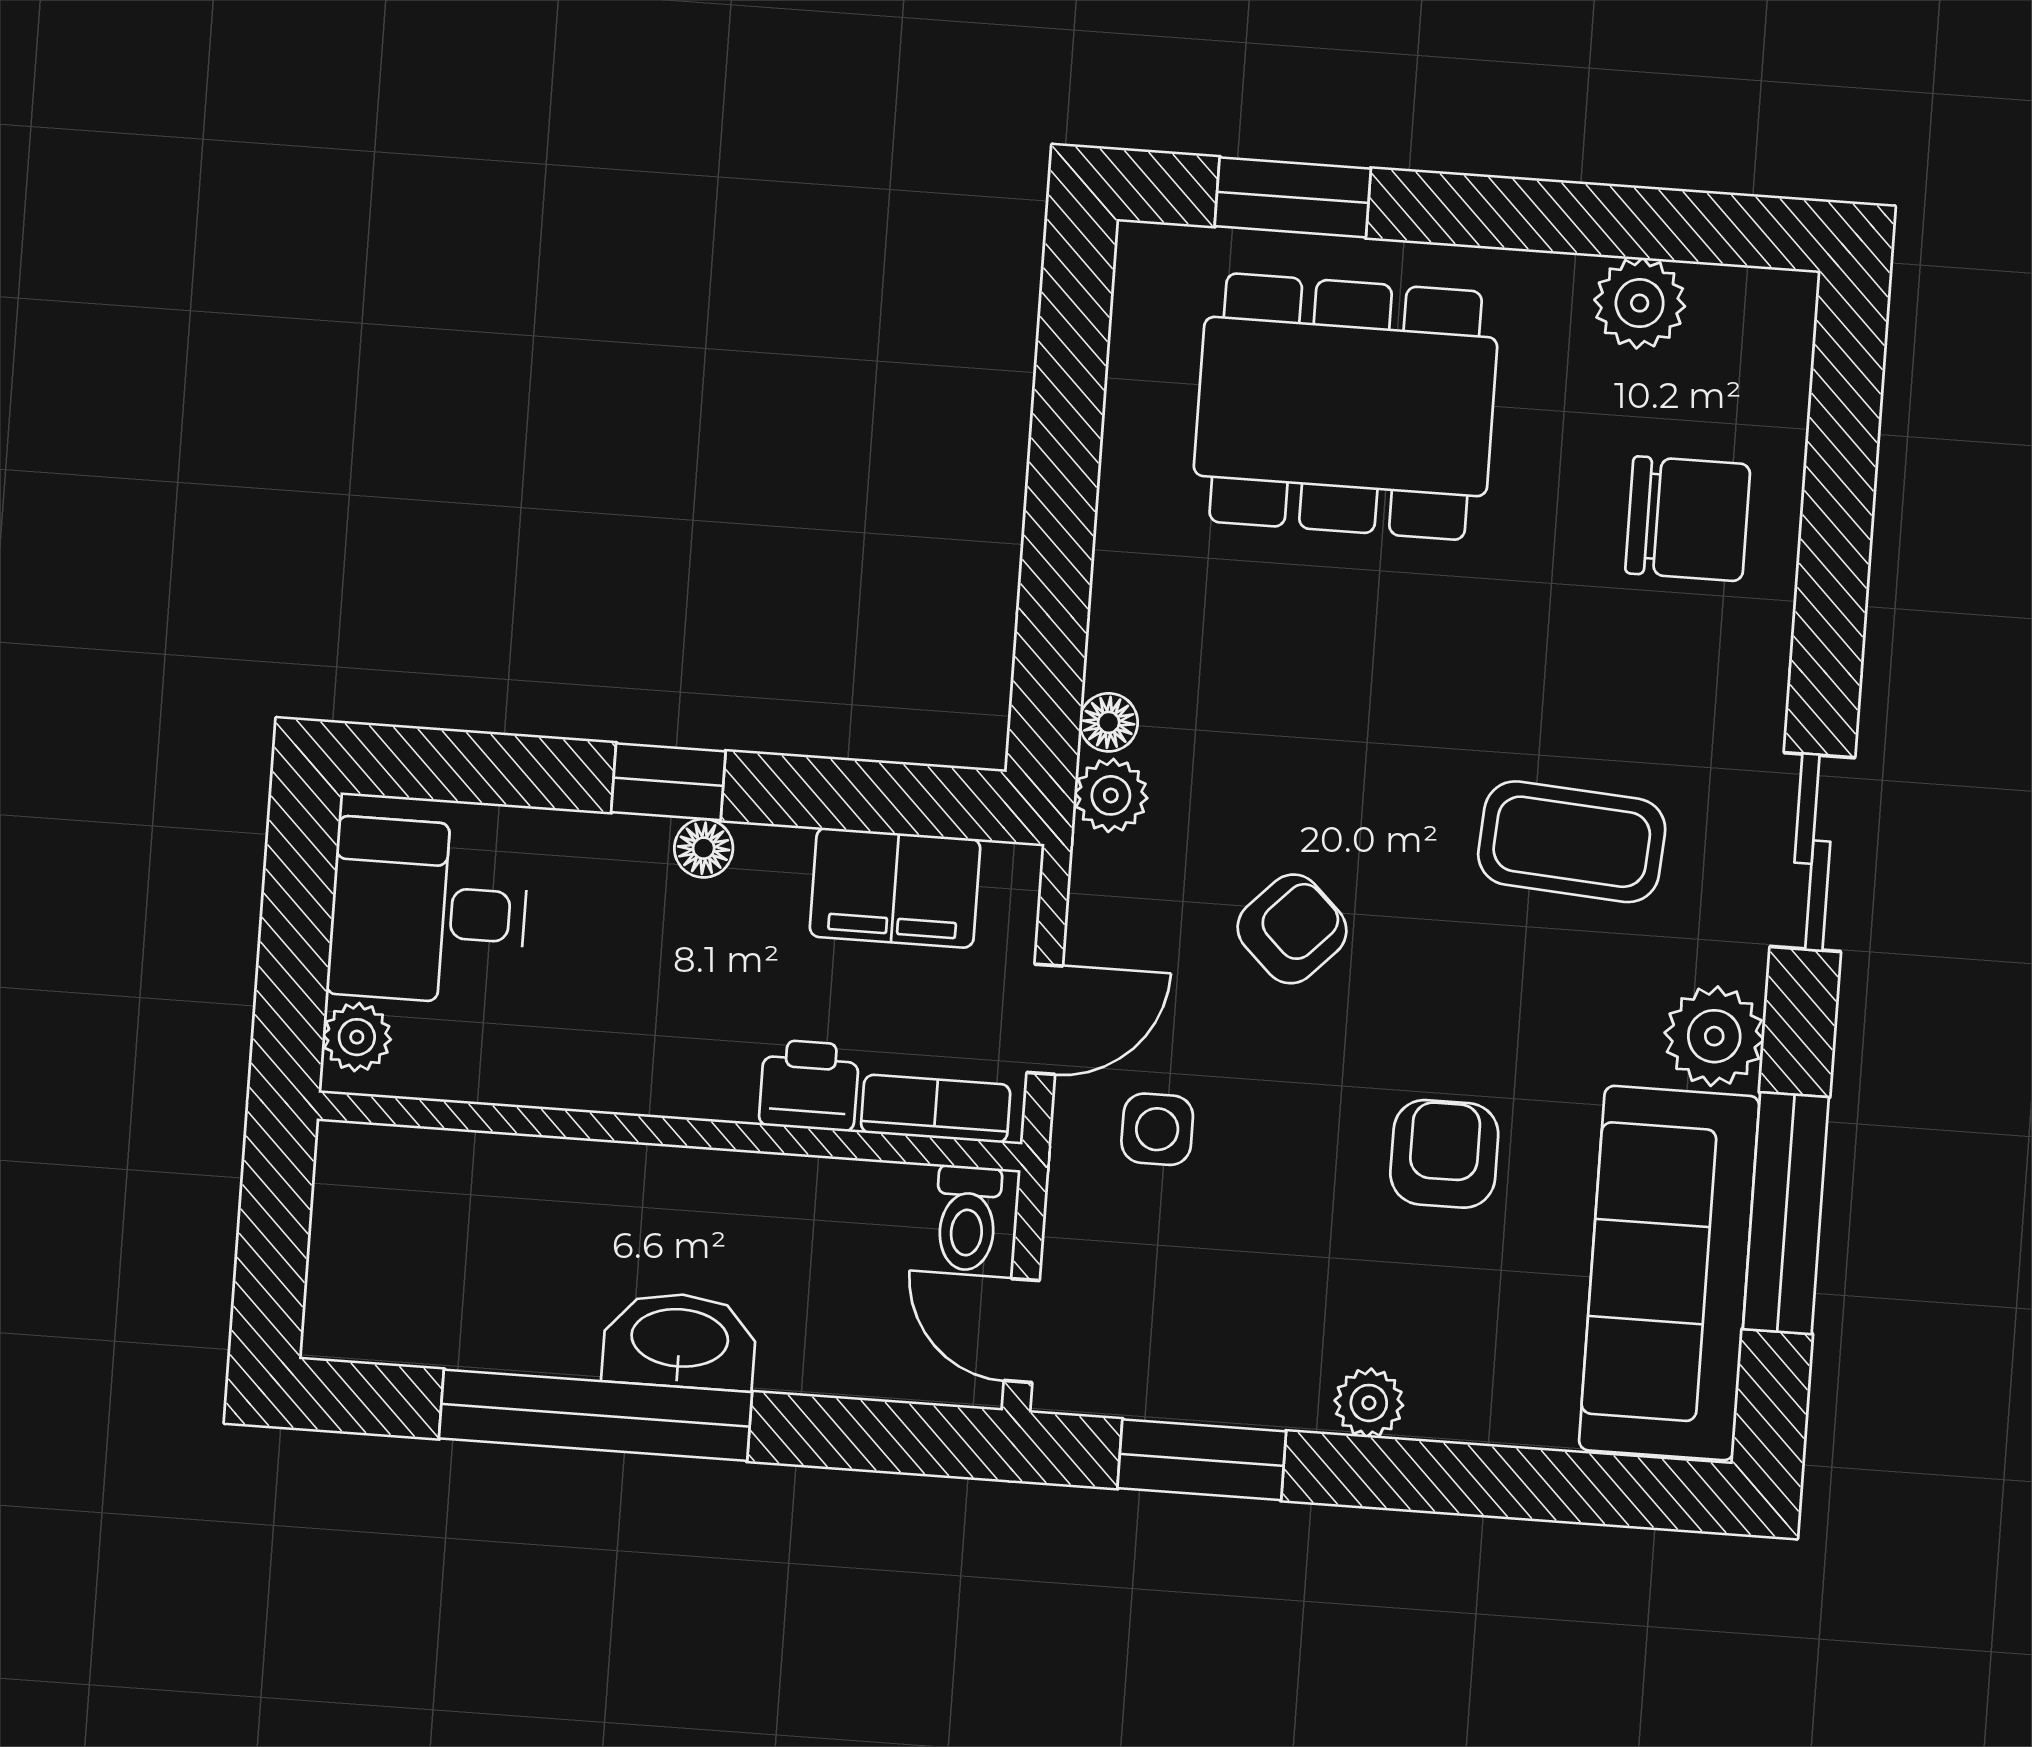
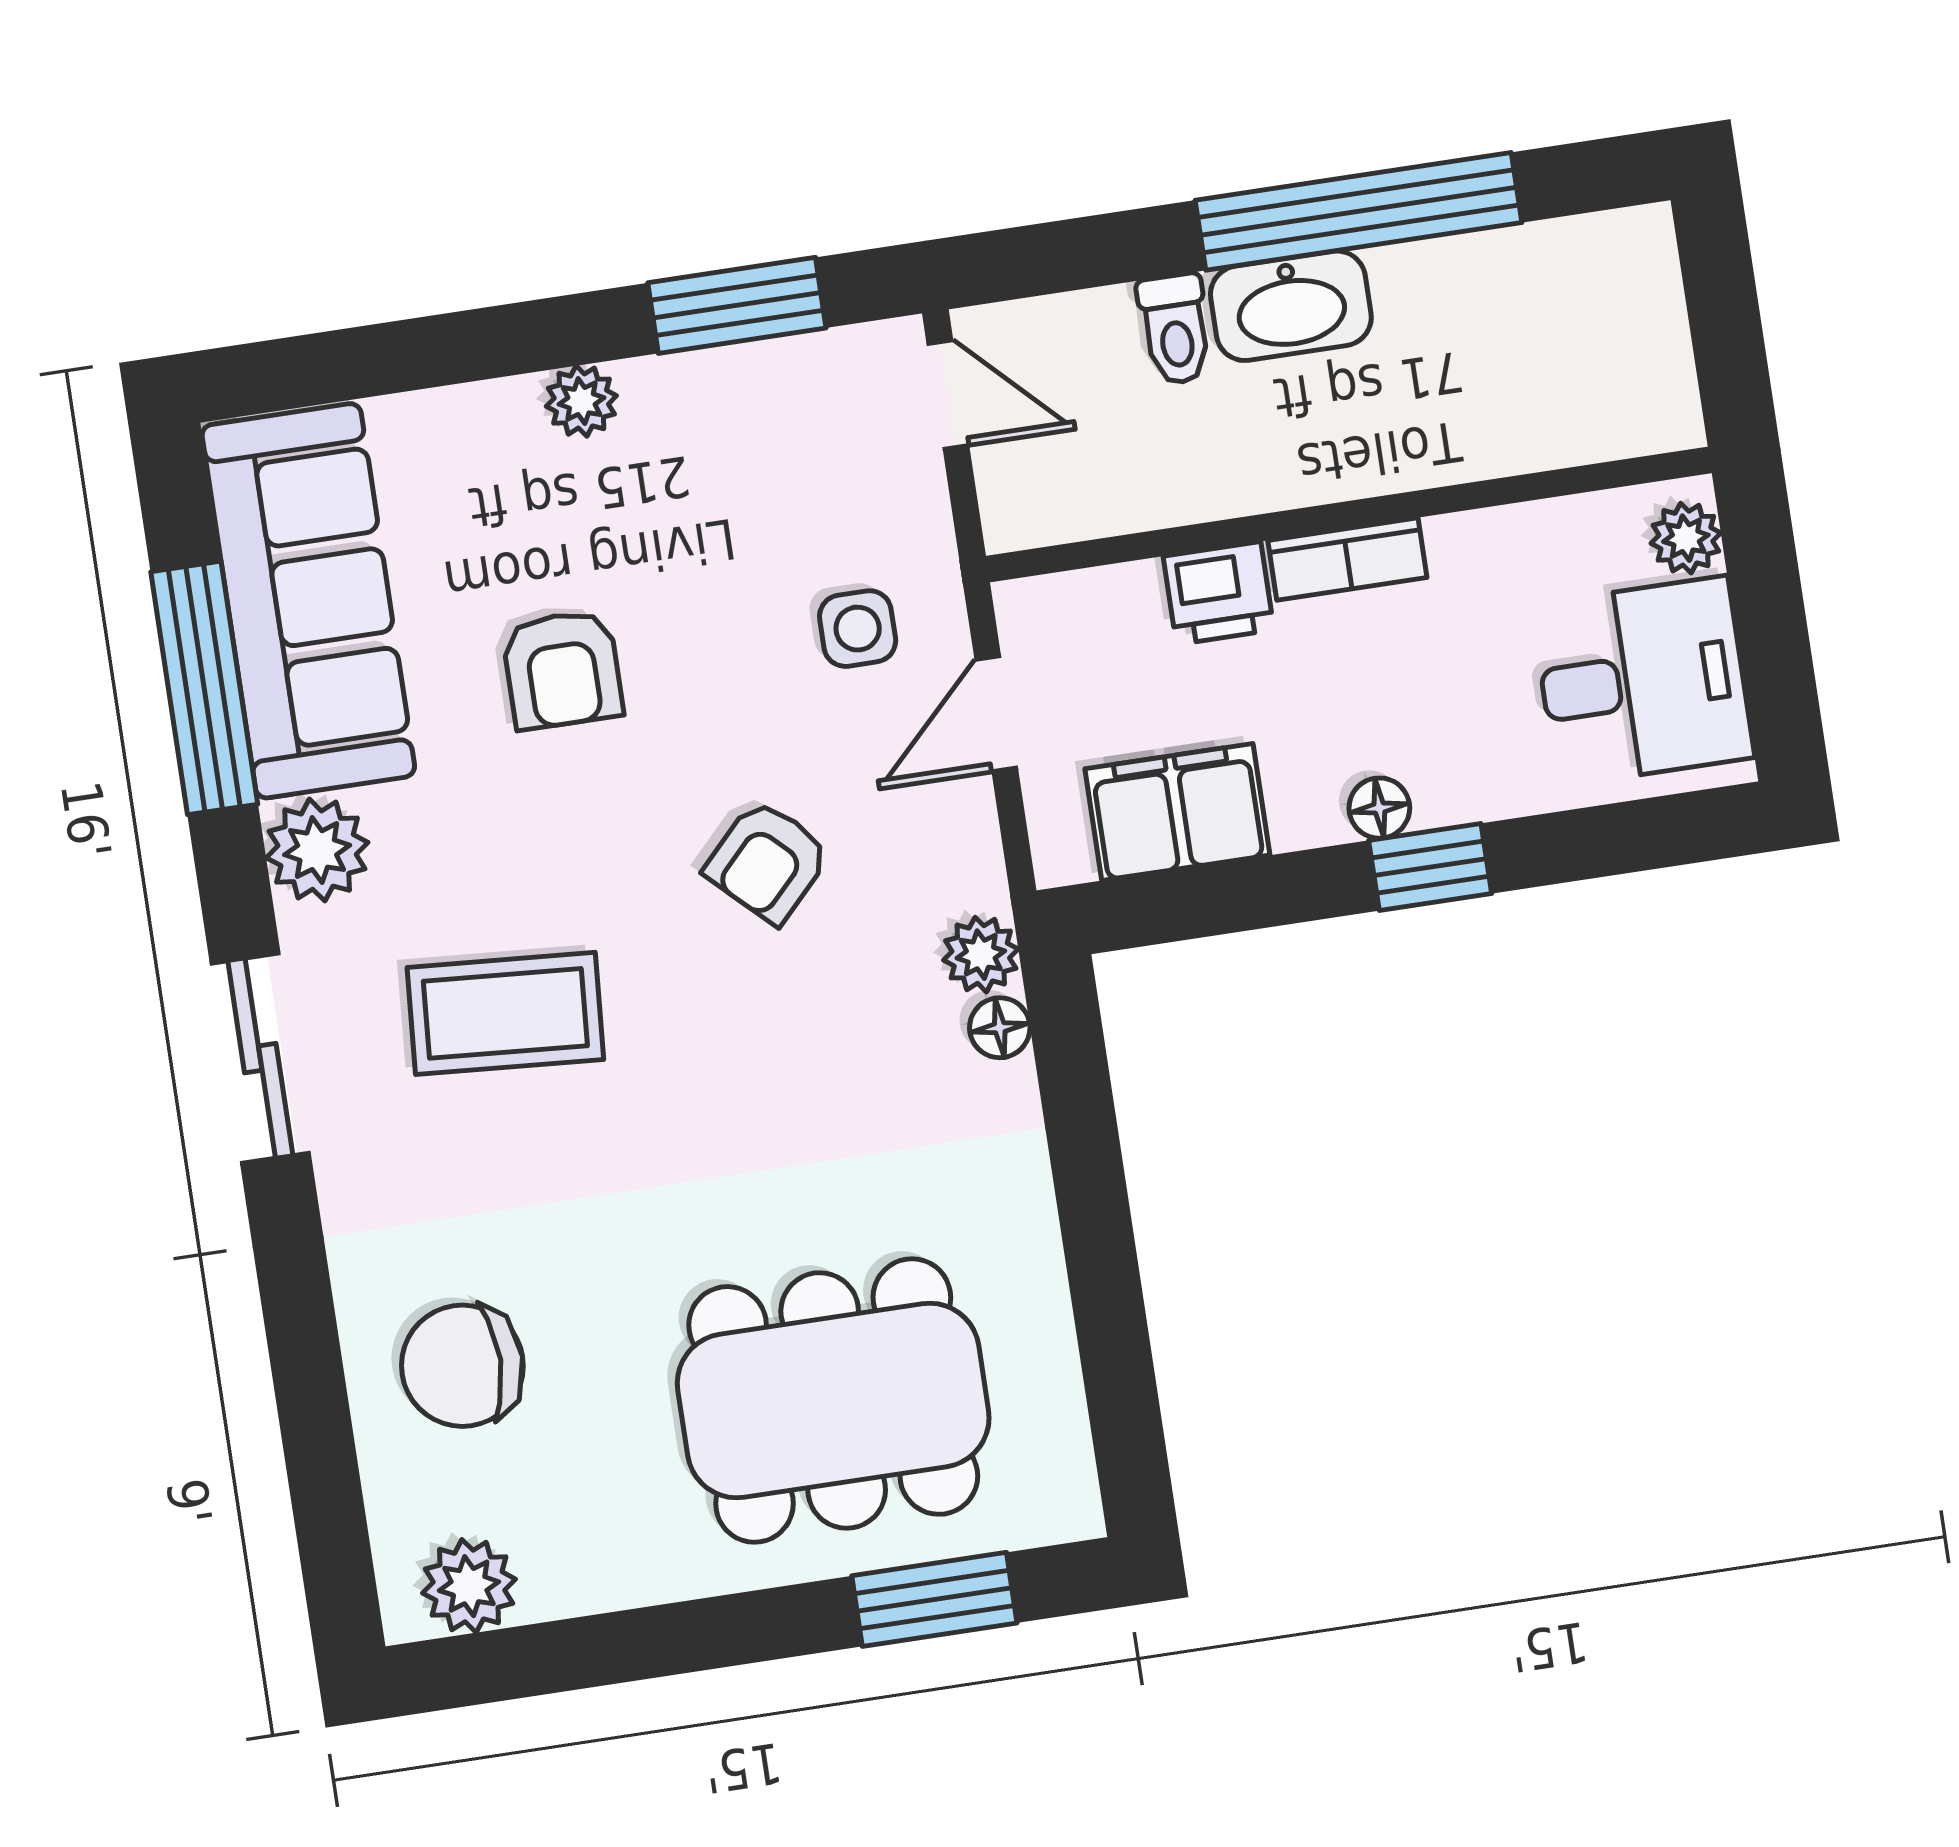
plant: (1640, 303) -> (469, 1586), moved
bookcase: (936, 1109) -> (1347, 559), moved
toilet: (967, 1218) -> (1175, 329), moved, turned 180

